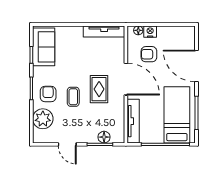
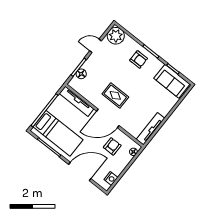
nightstand: (150, 32) -> (111, 178), moved
coffee table: (73, 97) -> (124, 75), removed
plant: (43, 119) -> (116, 36), moved

